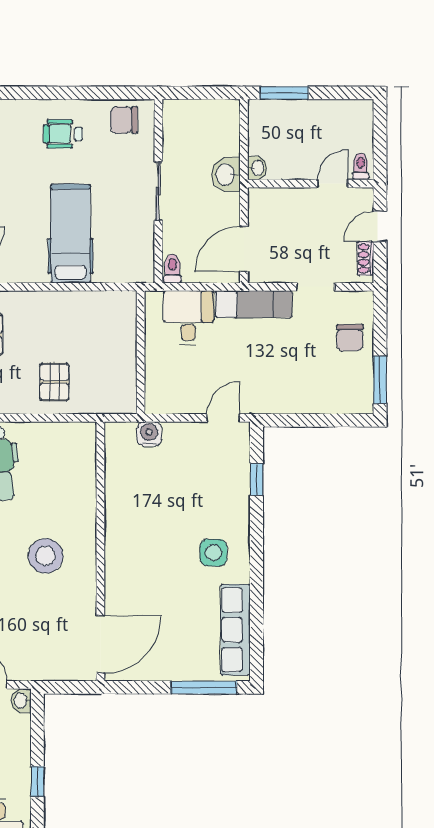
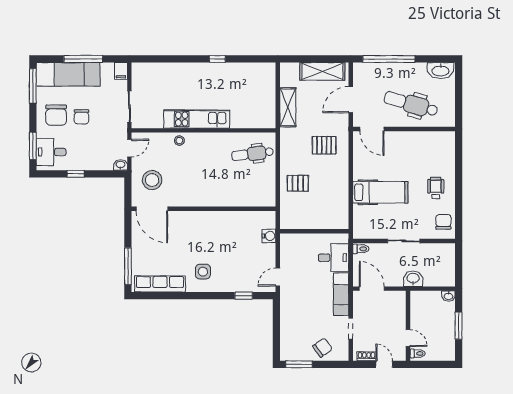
window: (284, 93) -> (459, 326), moved
washbasin: (257, 168) -> (448, 296), moved
chair: (350, 338) -> (322, 348), turned 145
door: (223, 418) -> (278, 277), swing flipped
stool: (46, 556) -> (152, 180), moved

